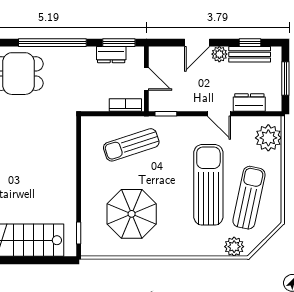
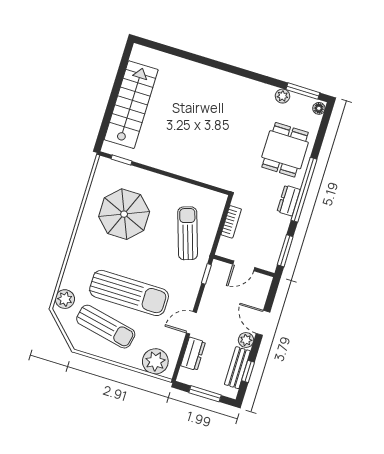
dresser: (111, 55) -> (289, 201), moved
bookcase: (125, 105) -> (231, 222), moved

